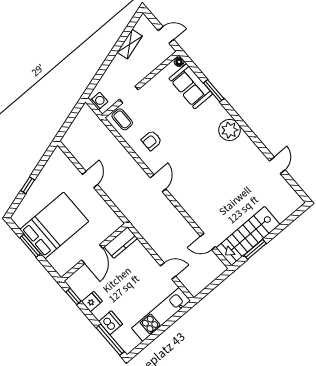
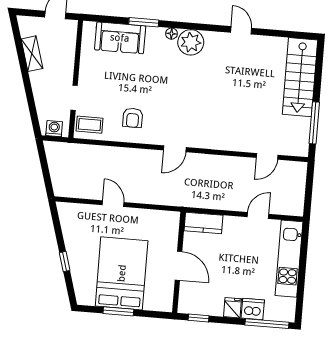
floor lamp: (179, 62) -> (171, 34), moved
door: (277, 165) -> (241, 30), moved
door: (158, 183) -> (175, 149), swing flipped
stairs: (248, 236) -> (300, 77), moved
kitchen counter: (121, 243) -> (204, 223), moved, turned 90
window: (255, 249) -> (314, 123), width x1.44
fridge: (92, 302) -> (232, 308), moved

